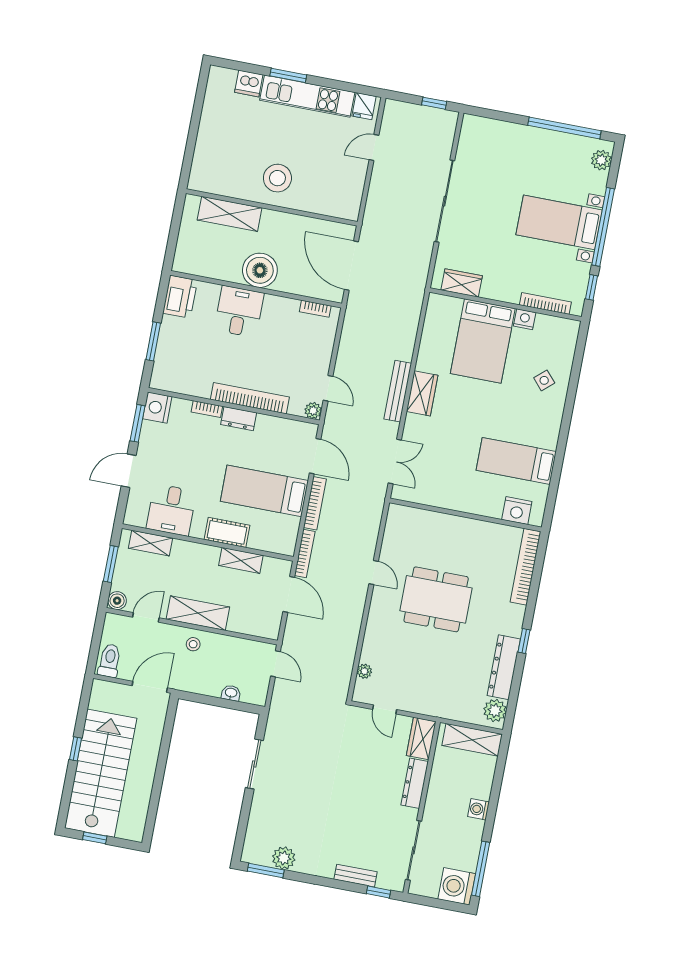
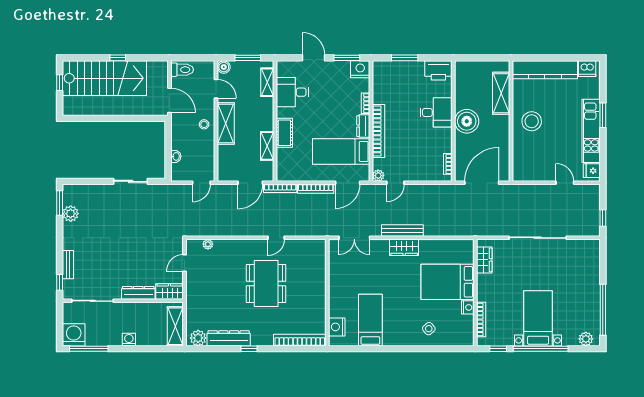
dishwasher: (249, 83) -> (587, 69), moved, turned -90
kitchen counter: (208, 145) -> (545, 70), added
bed: (264, 491) -> (341, 151), moved, turned -90

